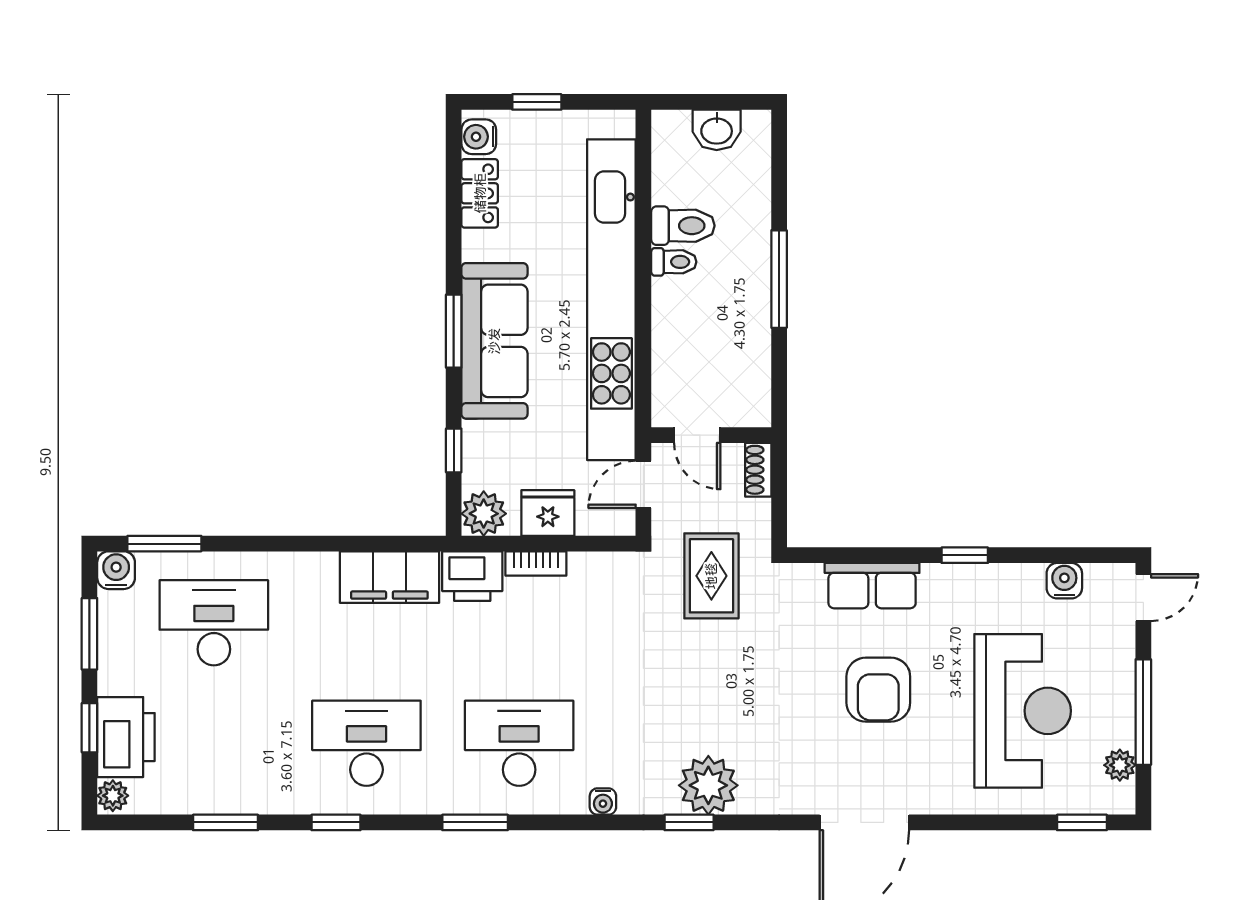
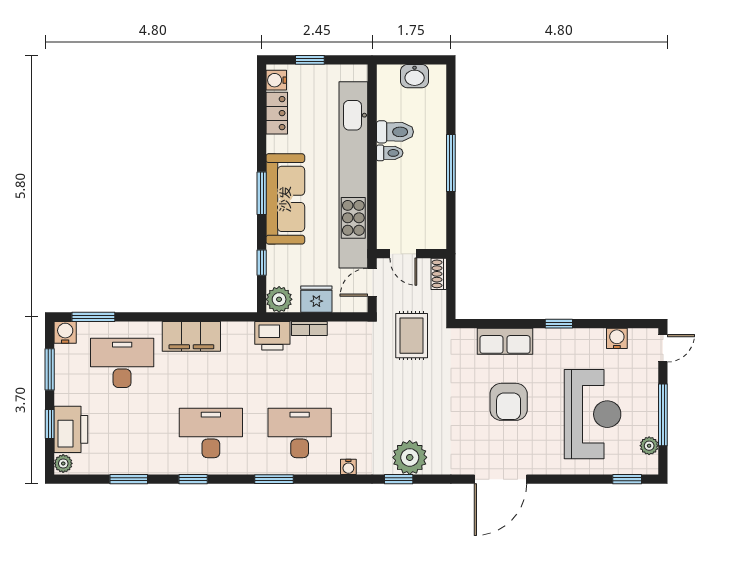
filing cabinet: (389, 577) -> (191, 336), moved

